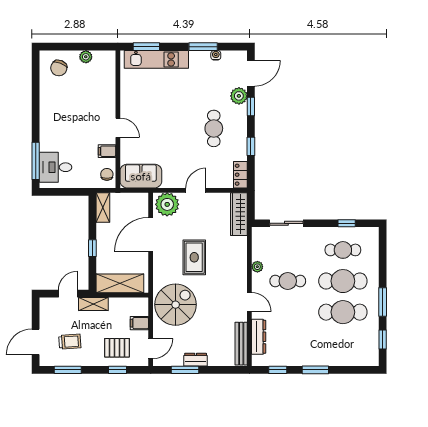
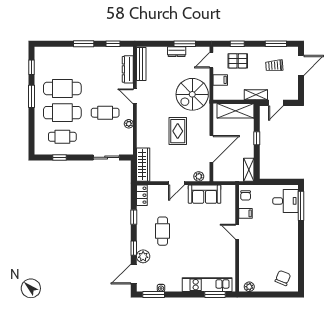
window: (203, 47) -> (154, 295), moved
plant: (86, 57) -> (249, 287), moved
sofa: (141, 176) -> (205, 194), moved
plant: (167, 204) -> (199, 176), width x0.53, depth x0.53

